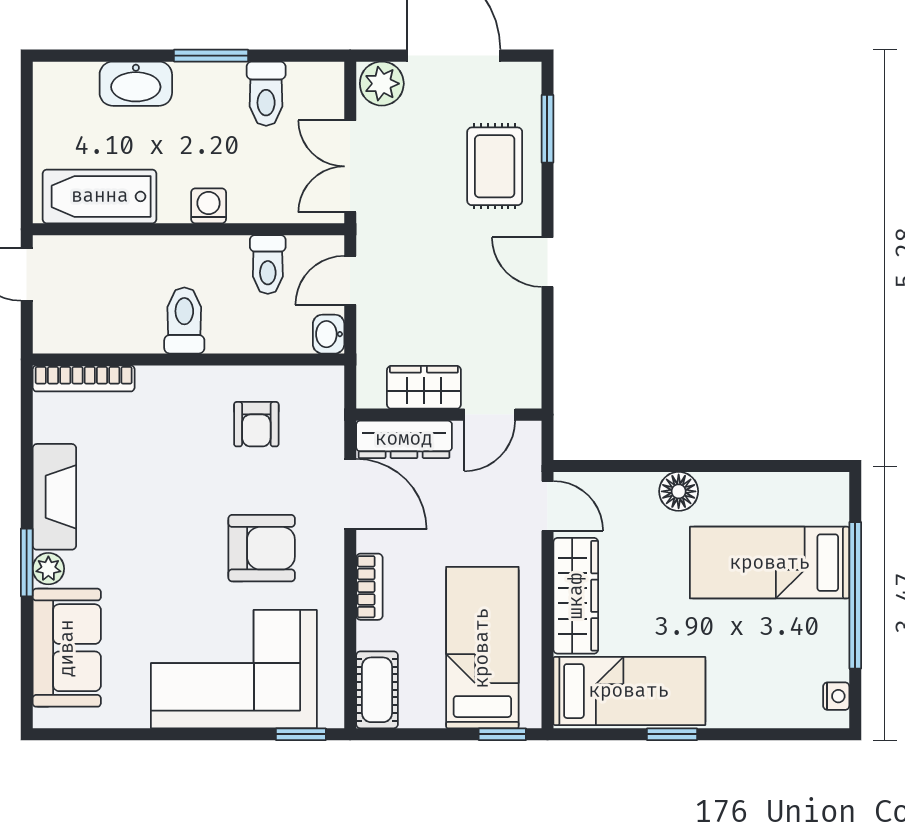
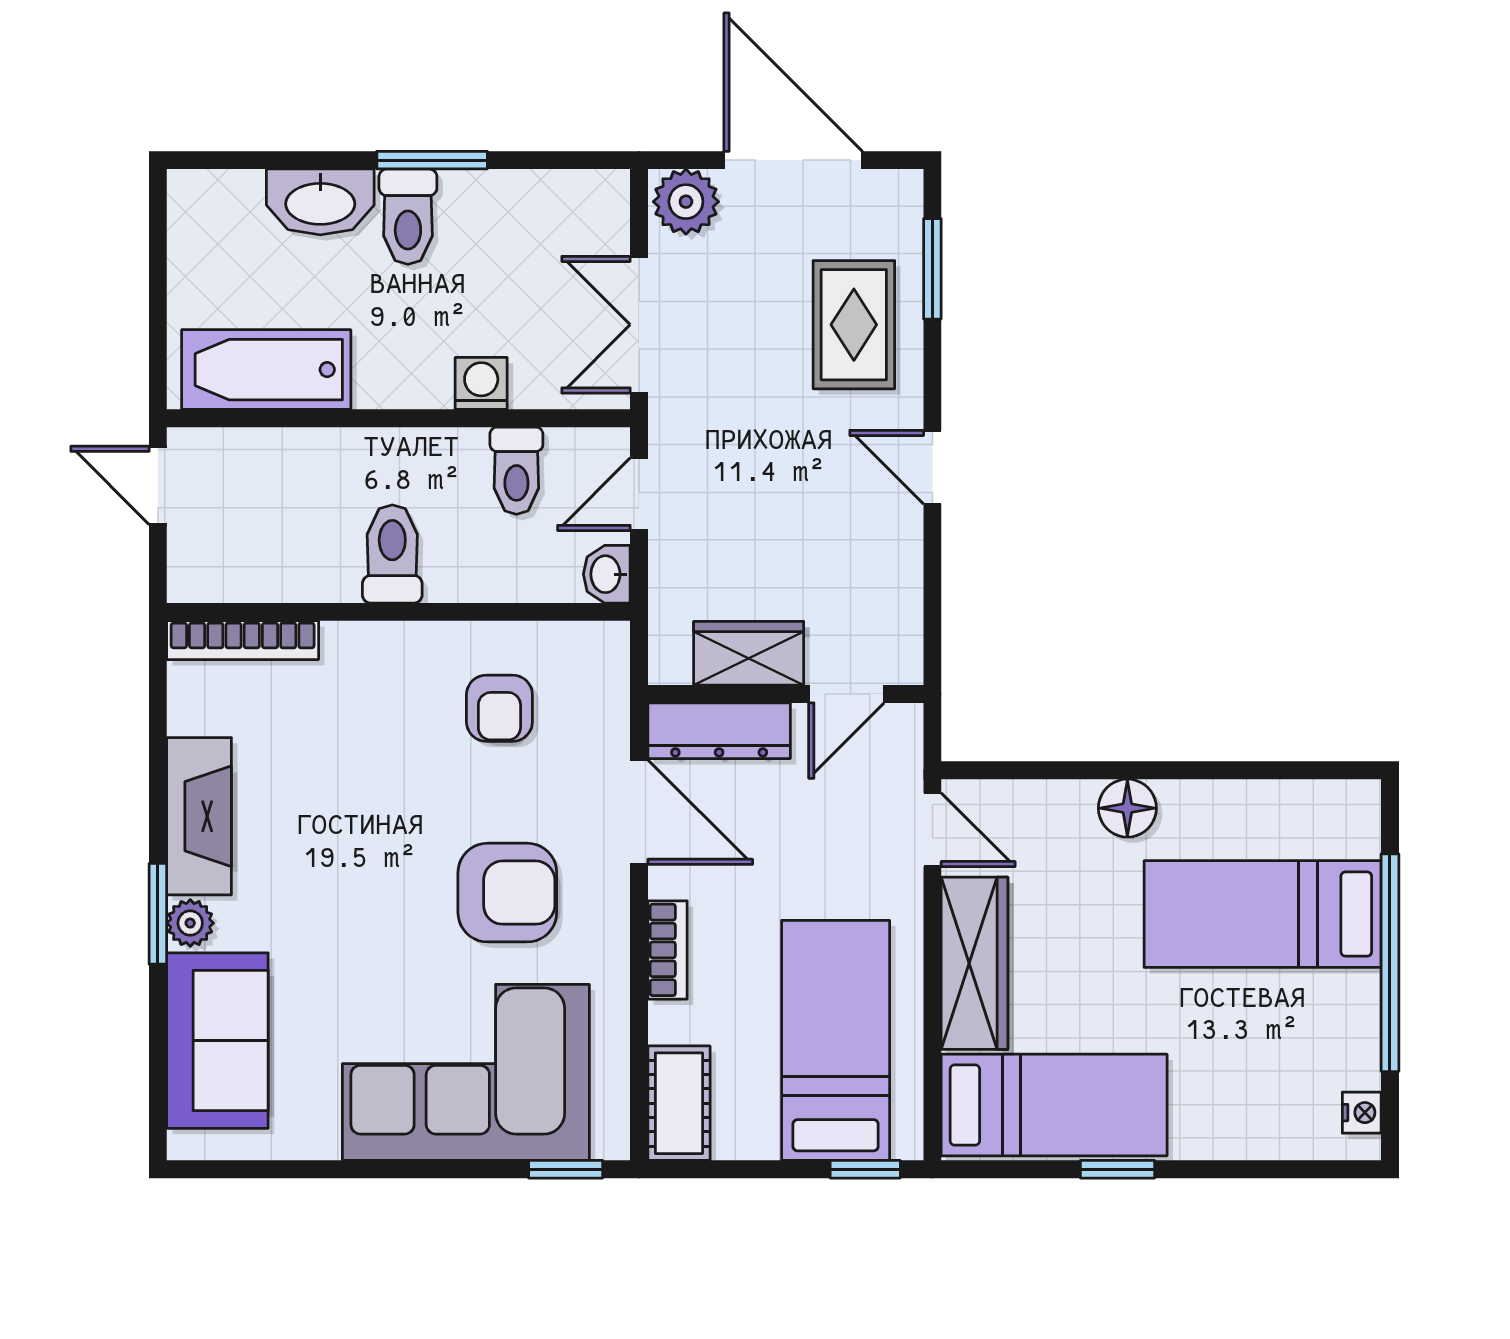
toilet: (266, 94) -> (408, 217), moved
washing machine: (209, 206) -> (481, 383), moved

